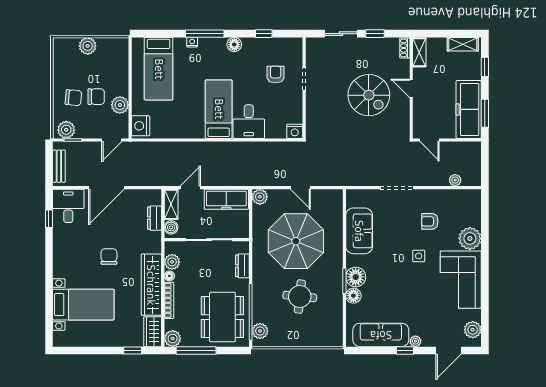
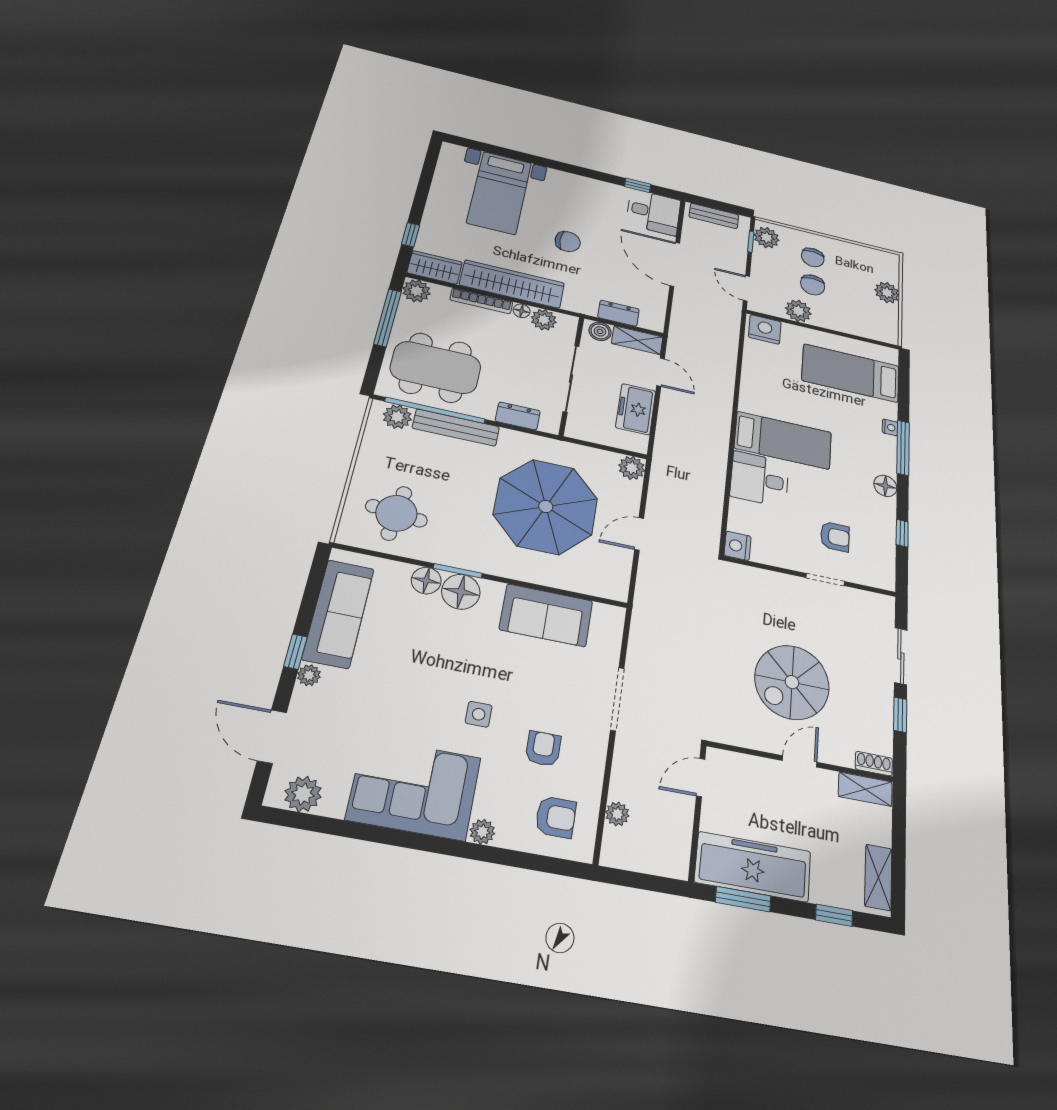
freezer: (226, 199) -> (636, 409), width x0.71
armchair: (462, 210) -> (556, 817), added
plant: (470, 238) -> (482, 832), width x0.53, depth x0.53
round table: (300, 296) -> (396, 513), moved
bench: (259, 298) -> (456, 428), added

